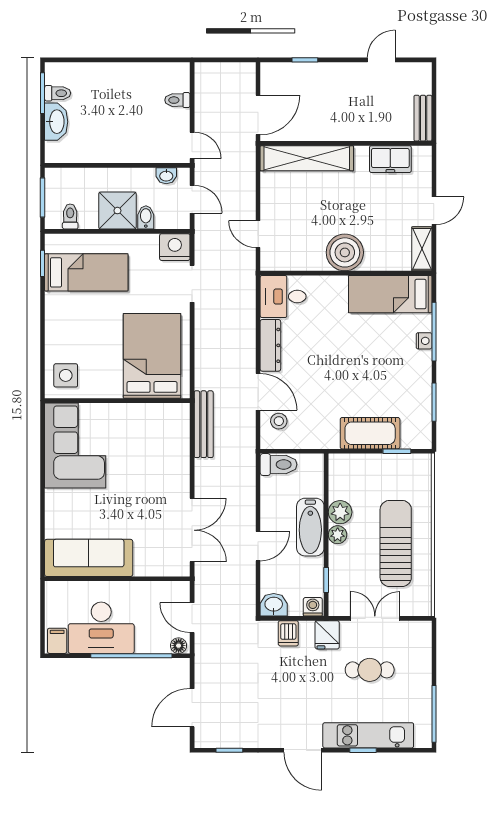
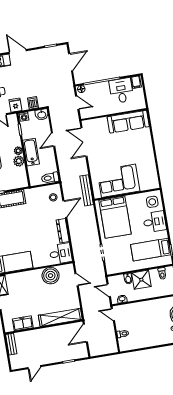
nightstand: (175, 247) -> (113, 268), removed
boiler: (345, 252) -> (51, 276), moved
desk: (68, 331) -> (155, 222), added
door: (258, 392) -> (65, 209), swing flipped
corner sofa: (75, 445) -> (118, 181), moved, turned 90
desk: (101, 628) -> (121, 91), width x0.73

